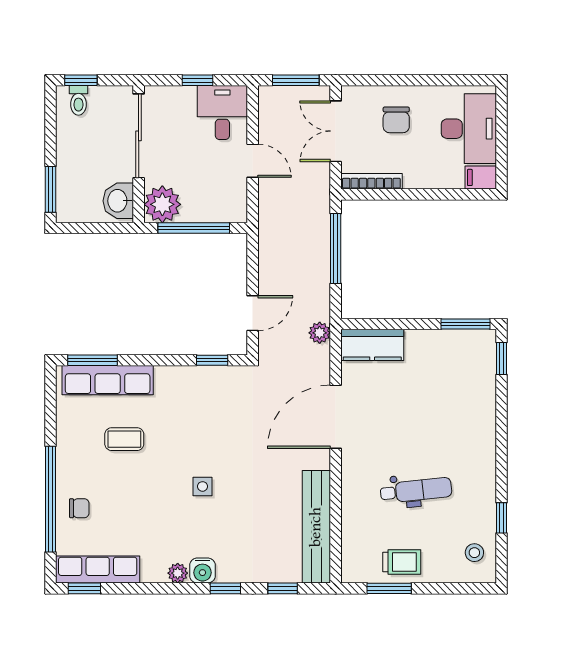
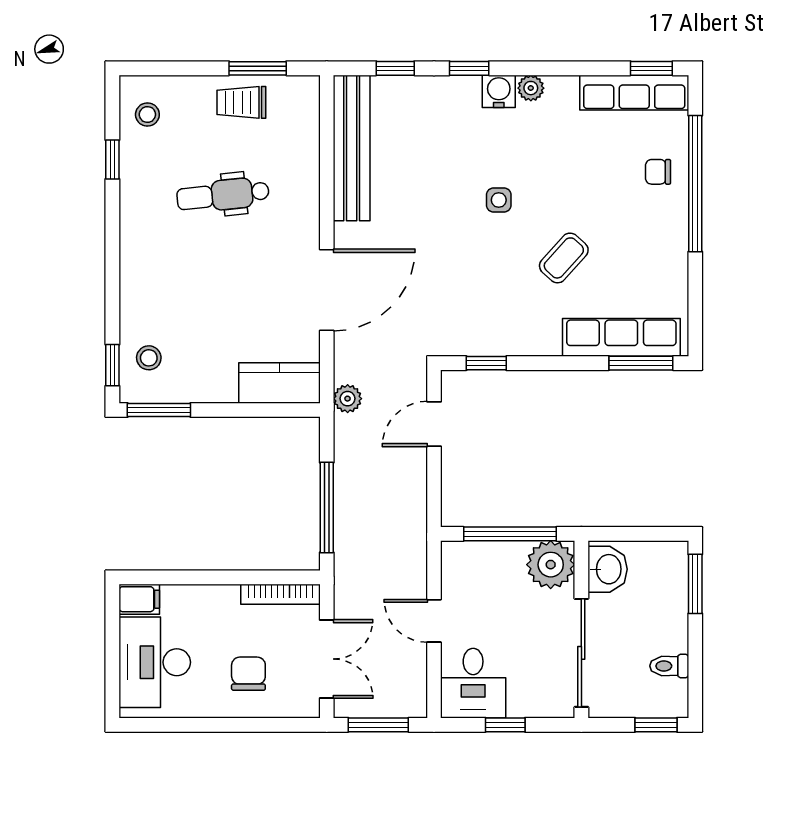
toilet: (78, 100) -> (669, 666), moved, turned -90
stool: (473, 364) -> (149, 358), added
coffee table: (124, 439) -> (564, 258), moved, turned -48

